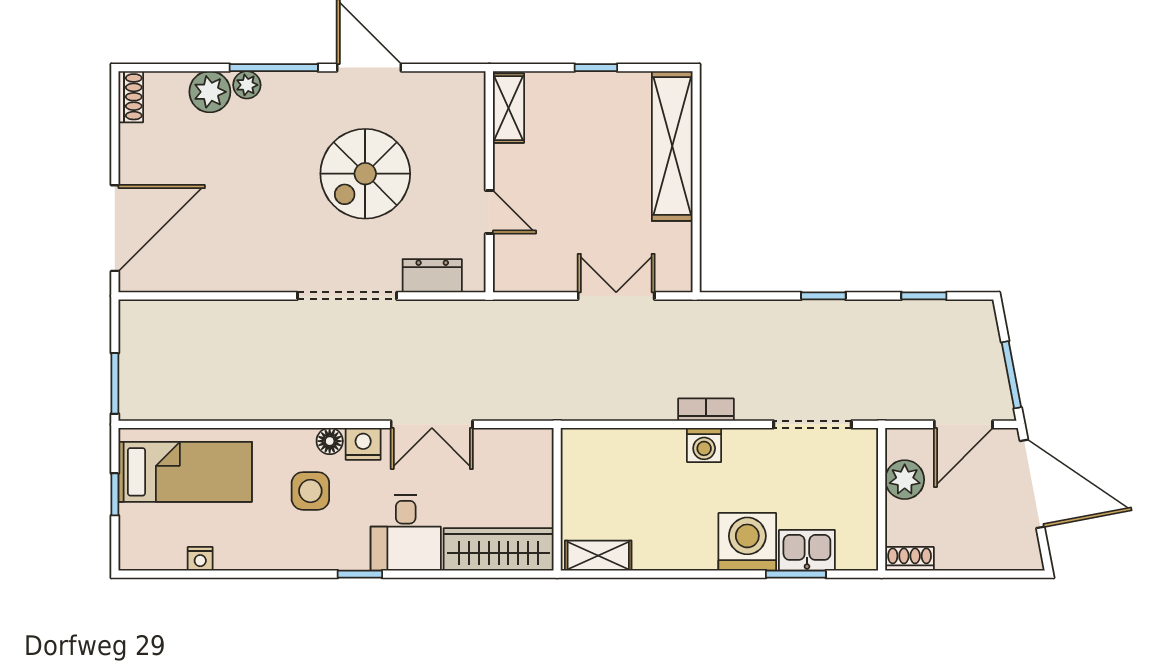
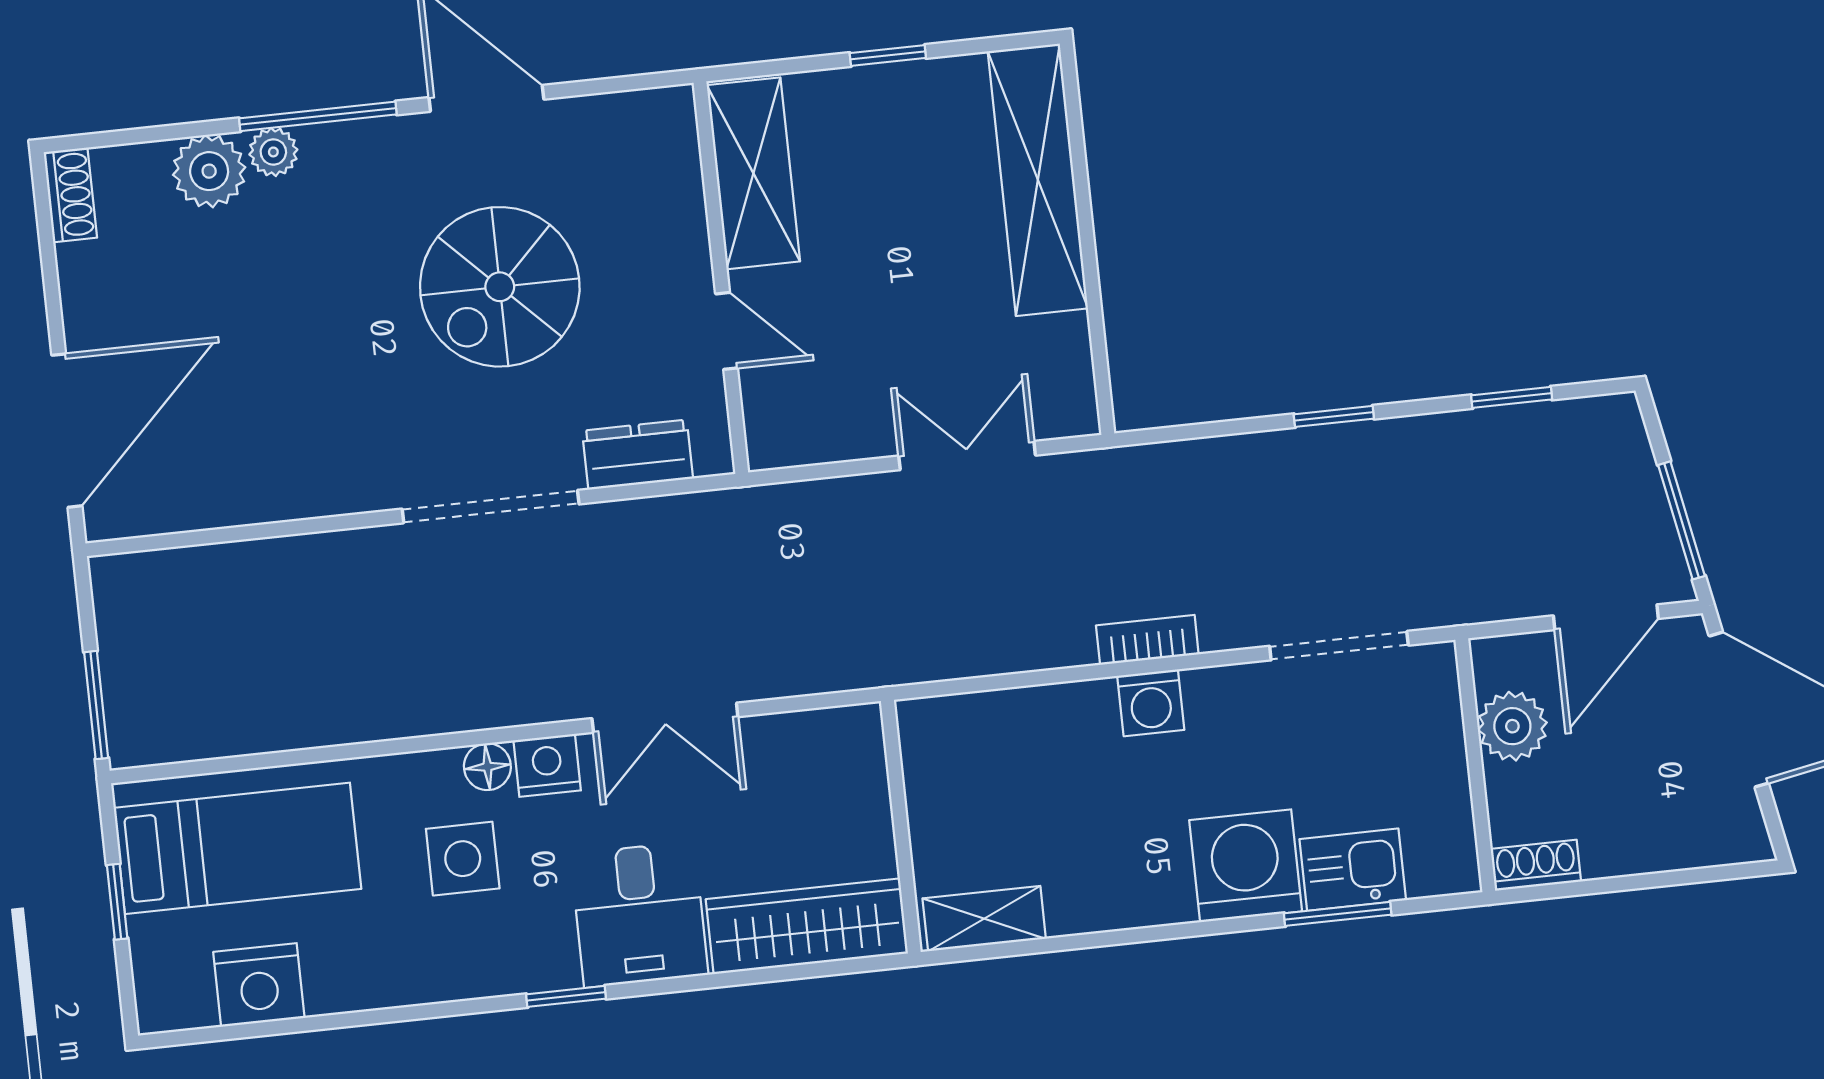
shelving: (508, 108) -> (753, 173), width x1.50, depth x1.33
nightstand: (200, 559) -> (259, 985), width x1.89, depth x1.79

